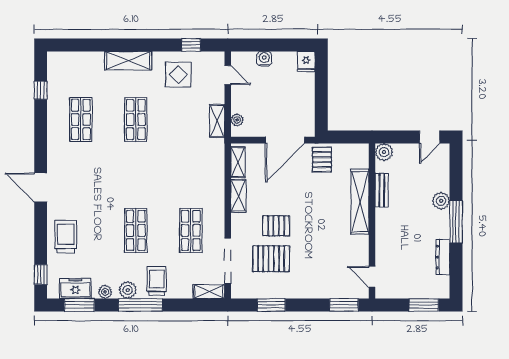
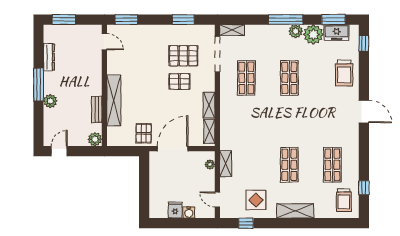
fridge: (306, 62) -> (175, 210), moved
trolley: (157, 281) -> (344, 200), moved
plant: (105, 292) -> (313, 34), width x1.88, depth x1.88

